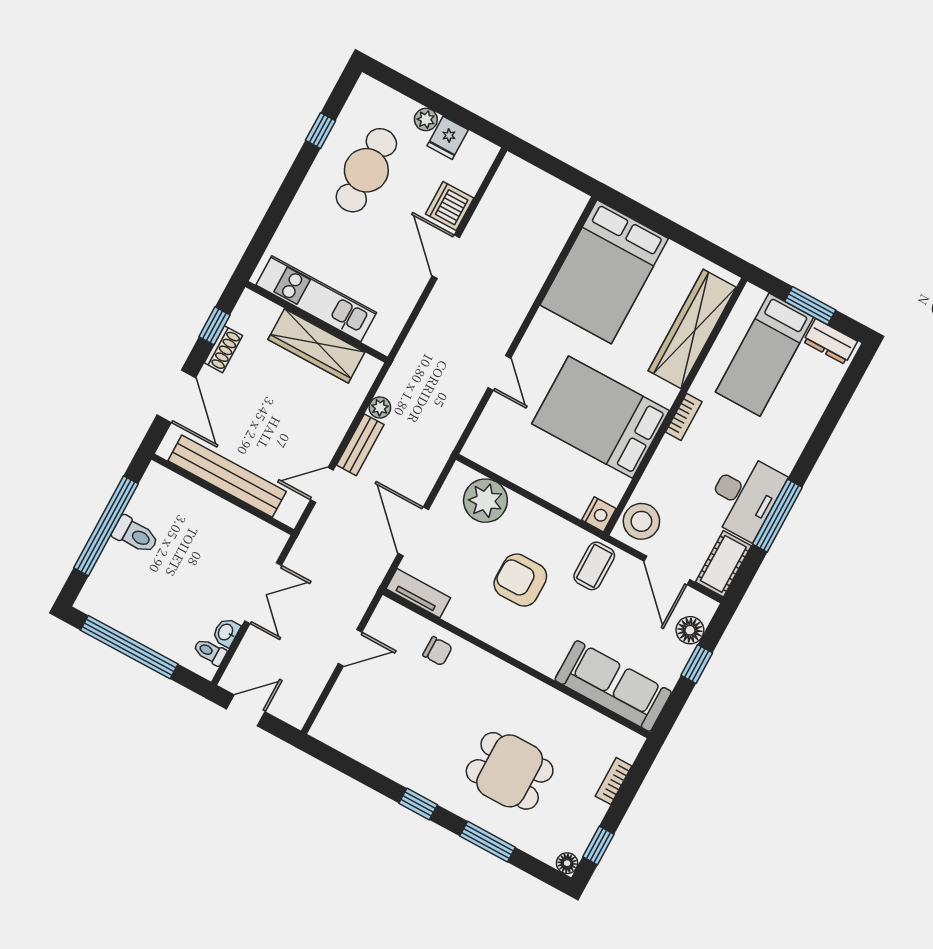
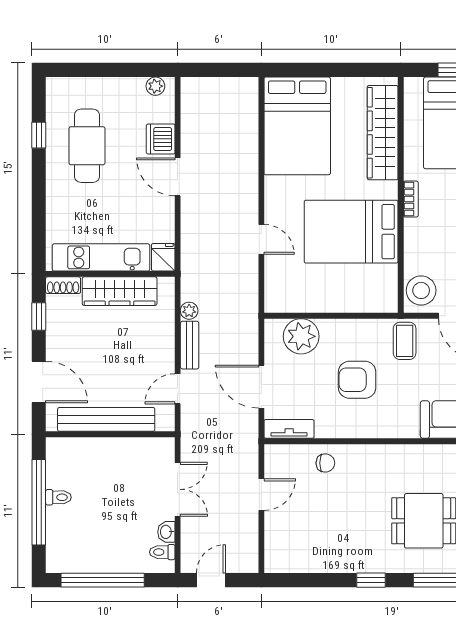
plant: (426, 119) -> (155, 86), moved
fridge: (448, 138) -> (163, 257), moved, turned 180
shoe rack: (223, 349) -> (63, 285), moved, turned 90
nightstand: (599, 514) -> (388, 302), removed
toilet: (135, 535) -> (58, 497), width x0.73, depth x0.72

